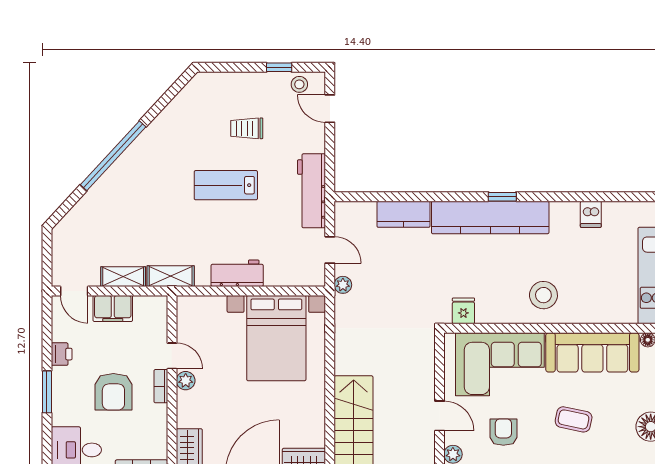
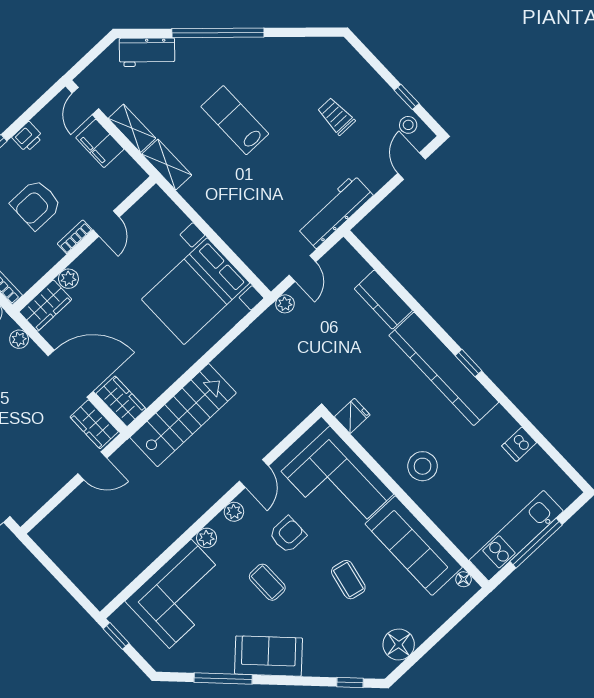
lab bench: (226, 185) -> (235, 120), moved
workbench: (237, 273) -> (147, 52), moved, turned 133
plant: (186, 381) -> (68, 279), moved

